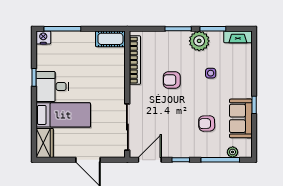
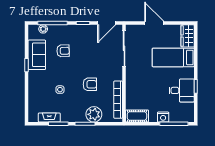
nightstand: (43, 37) -> (163, 117), moved
fireplace: (238, 37) -> (49, 118), moved
plant: (199, 41) -> (94, 114), moved
desk: (52, 87) -> (182, 90), moved

